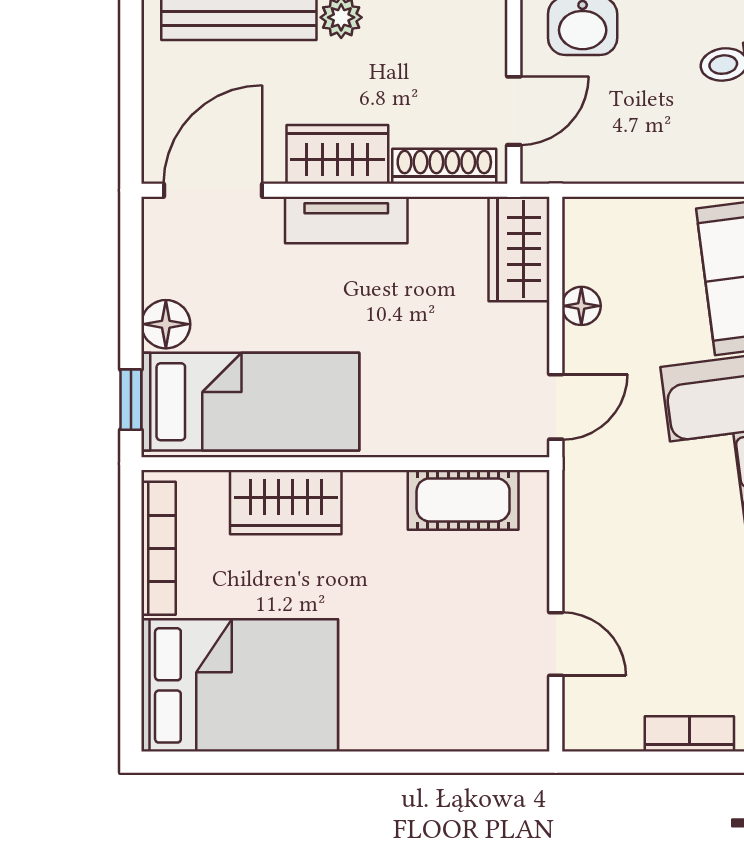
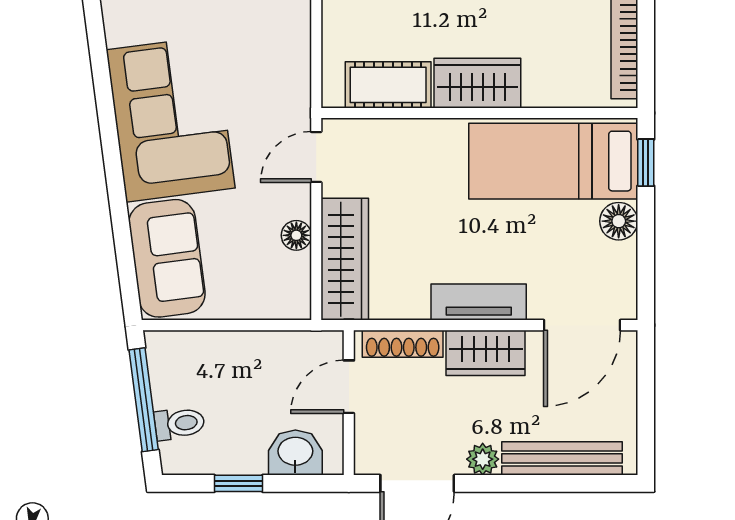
wardrobe: (519, 249) -> (345, 259), width x1.50
wardrobe: (286, 502) -> (477, 83), moved

